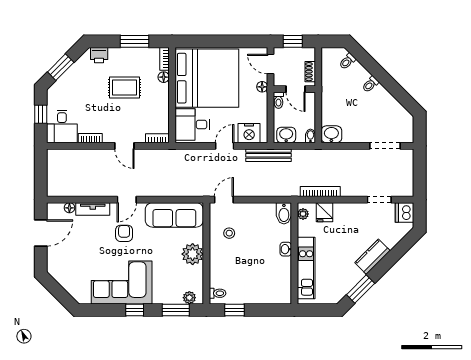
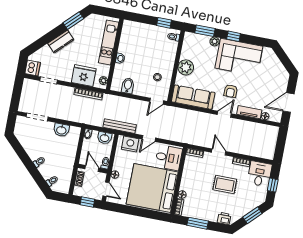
rug: (124, 88) -> (225, 185), moved
washbasin: (331, 134) -> (61, 130), moved
fridge: (324, 212) -> (84, 76), width x1.88, depth x1.34
bidet: (284, 213) -> (128, 86), moved
plant: (189, 298) -> (215, 42), moved

